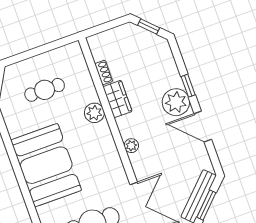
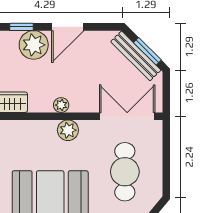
plant: (94, 113) -> (68, 130), moved

